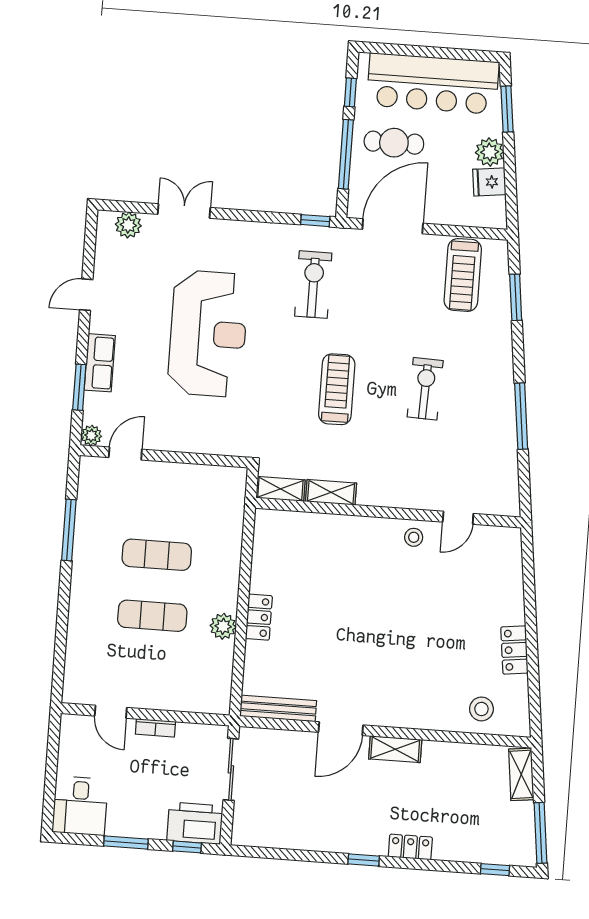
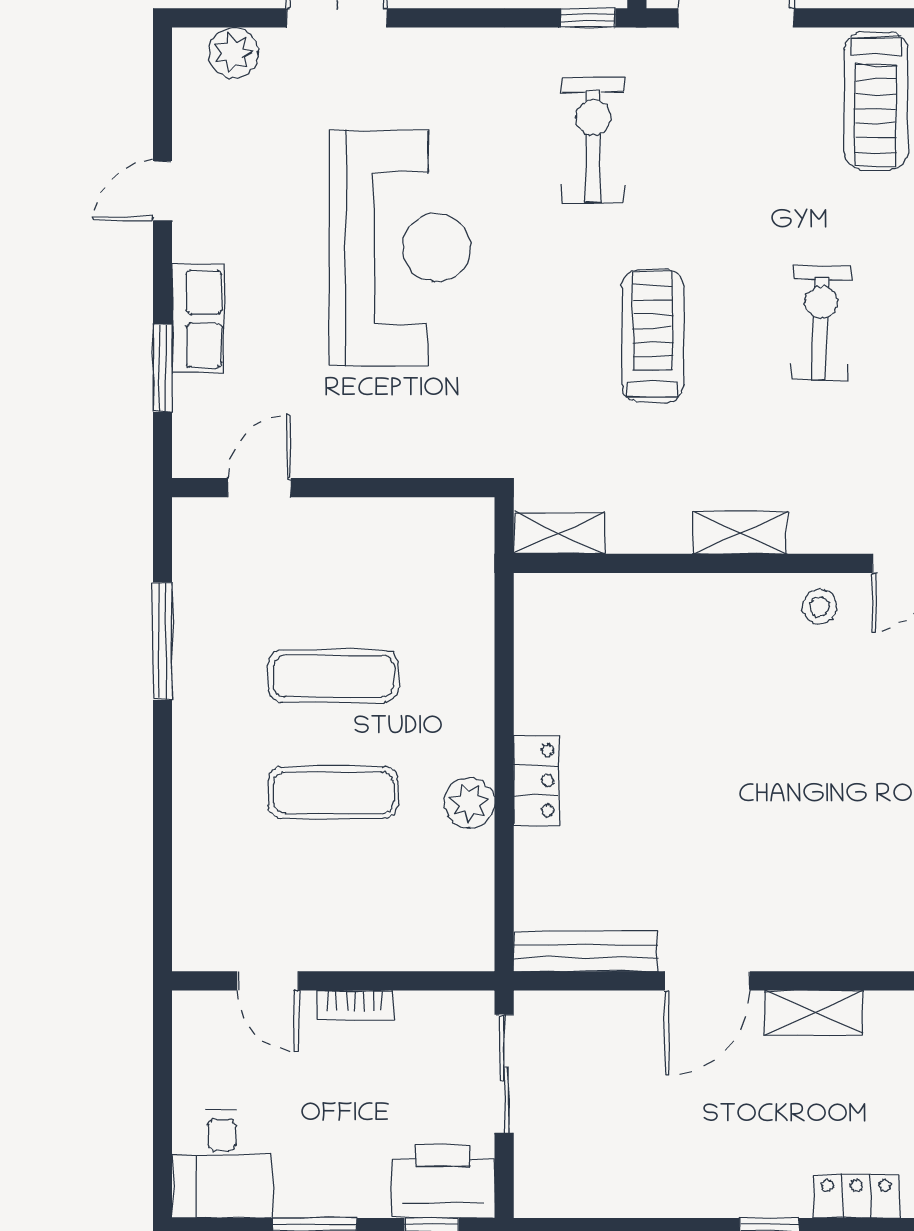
plant: (91, 435) -> (192, 458), removed
shelving: (331, 492) -> (740, 533), moved

